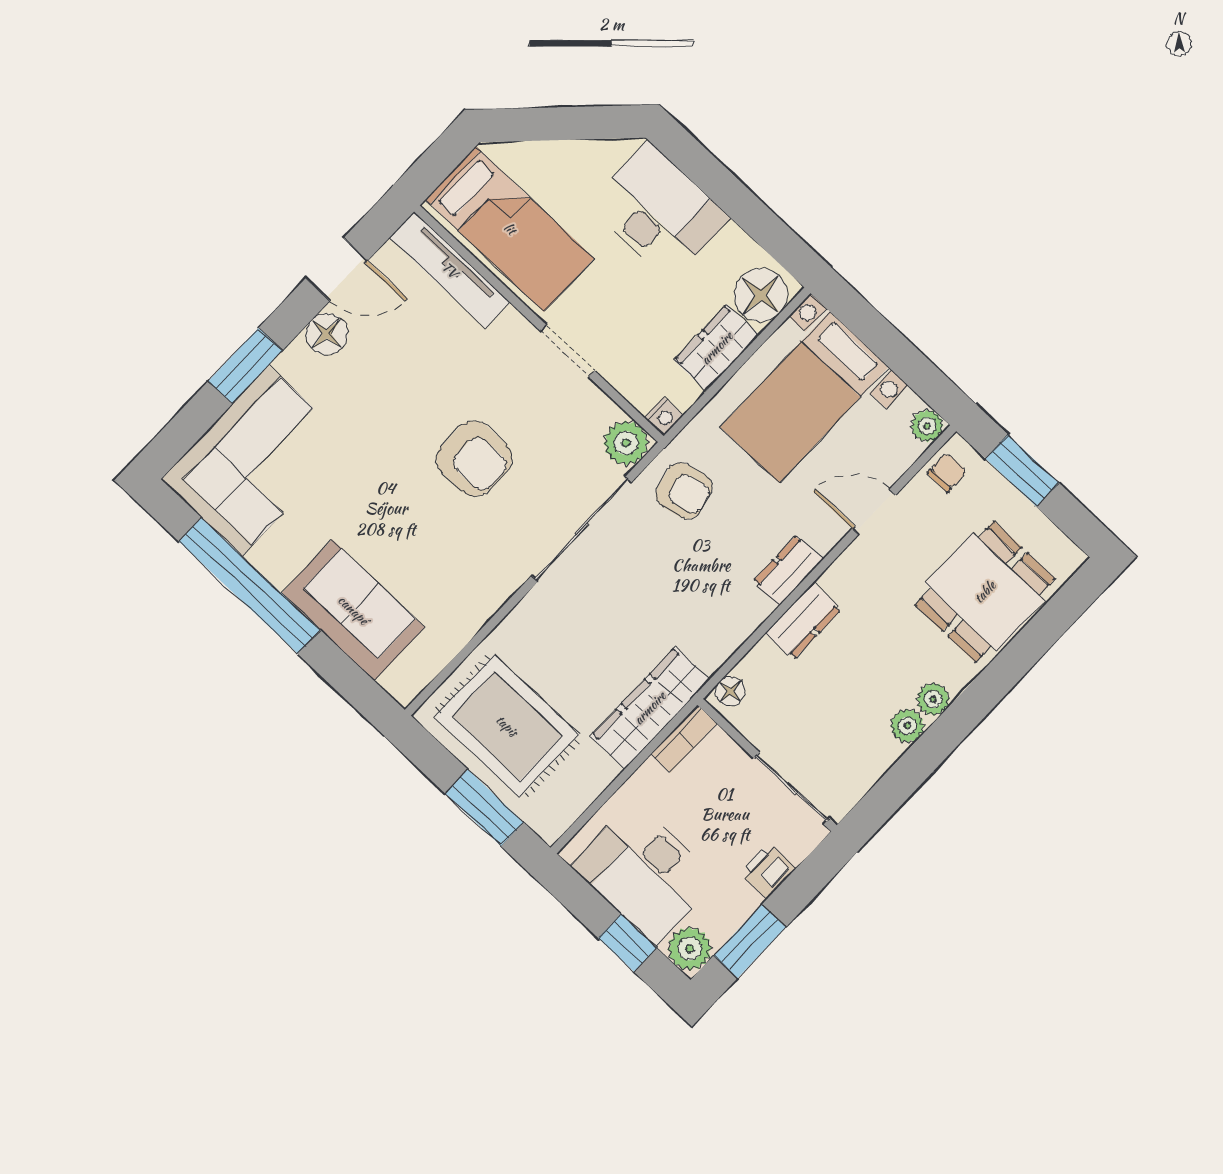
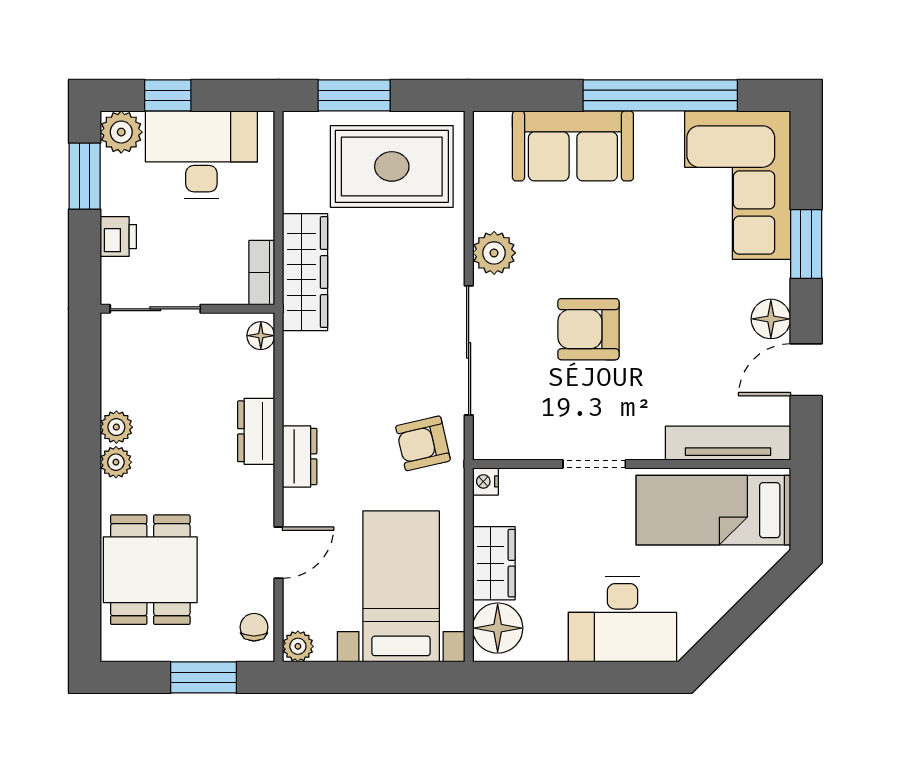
plant: (626, 443) -> (494, 253), moved
chair: (947, 472) -> (254, 627), turned 180

